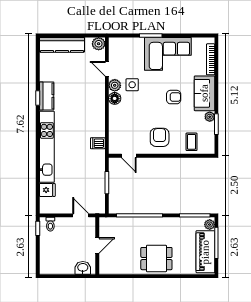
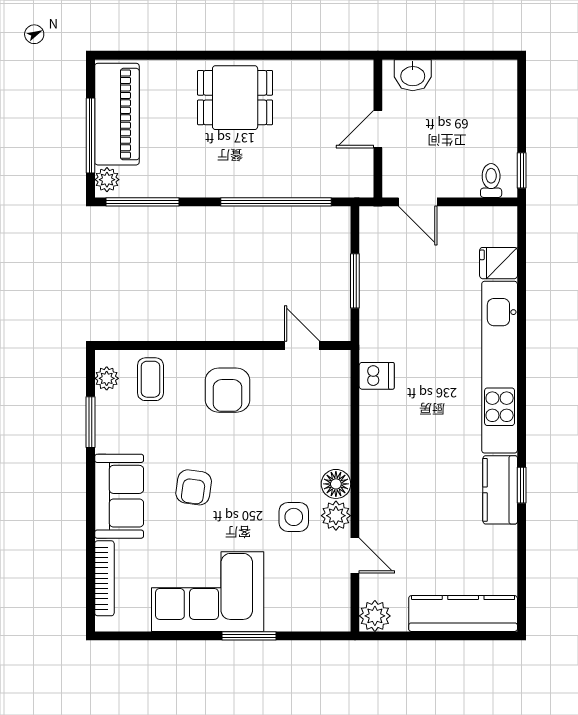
armchair: (174, 97) -> (194, 487), turned -82
plant: (210, 117) -> (107, 378), moved

